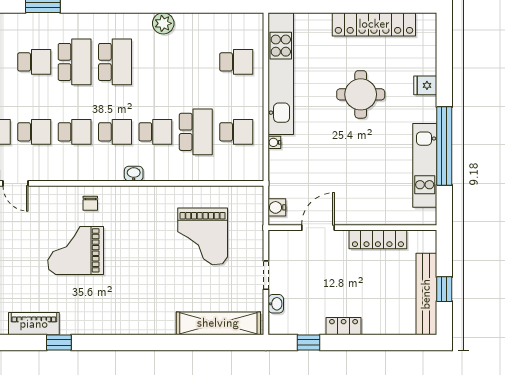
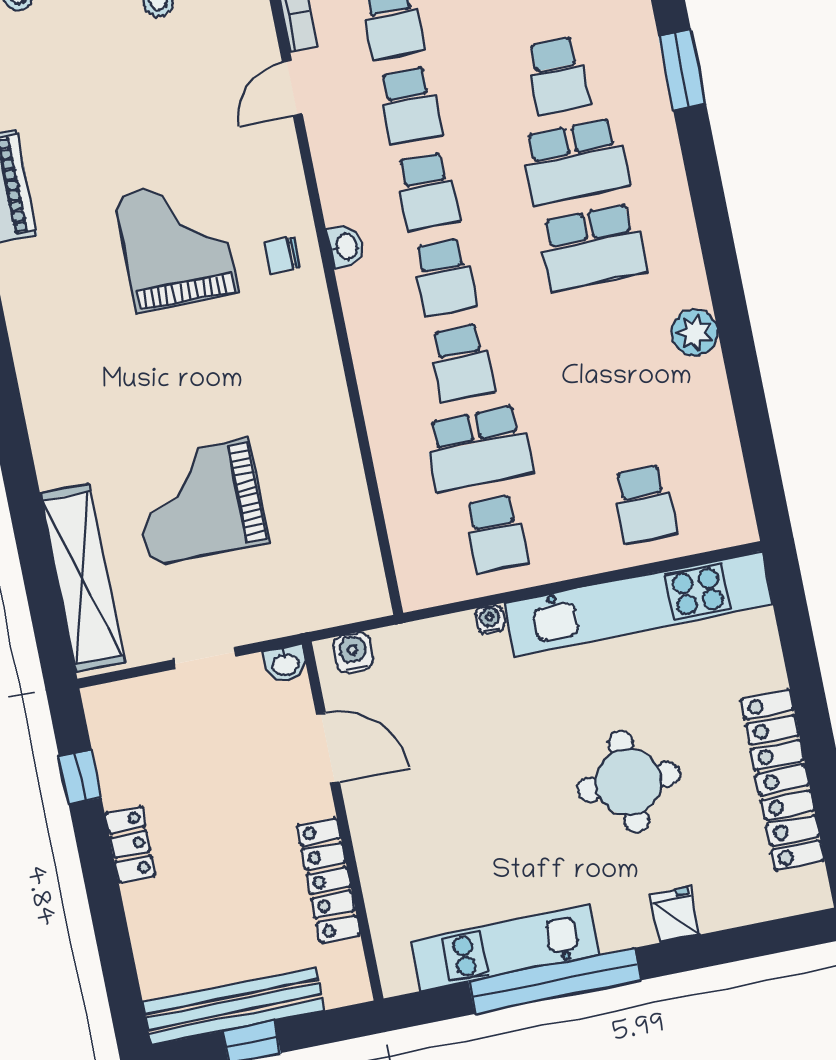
washbasin: (134, 174) -> (346, 247), moved
grand piano: (203, 236) -> (199, 502), moved
washbasin: (276, 304) -> (285, 664), moved

